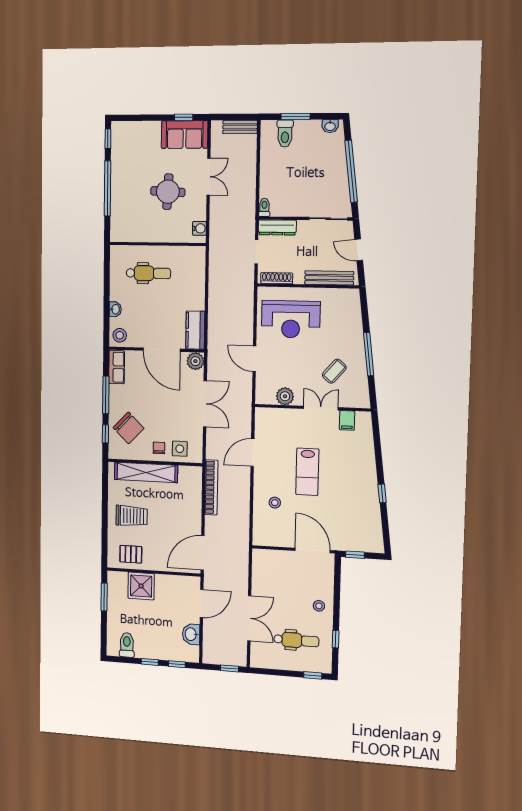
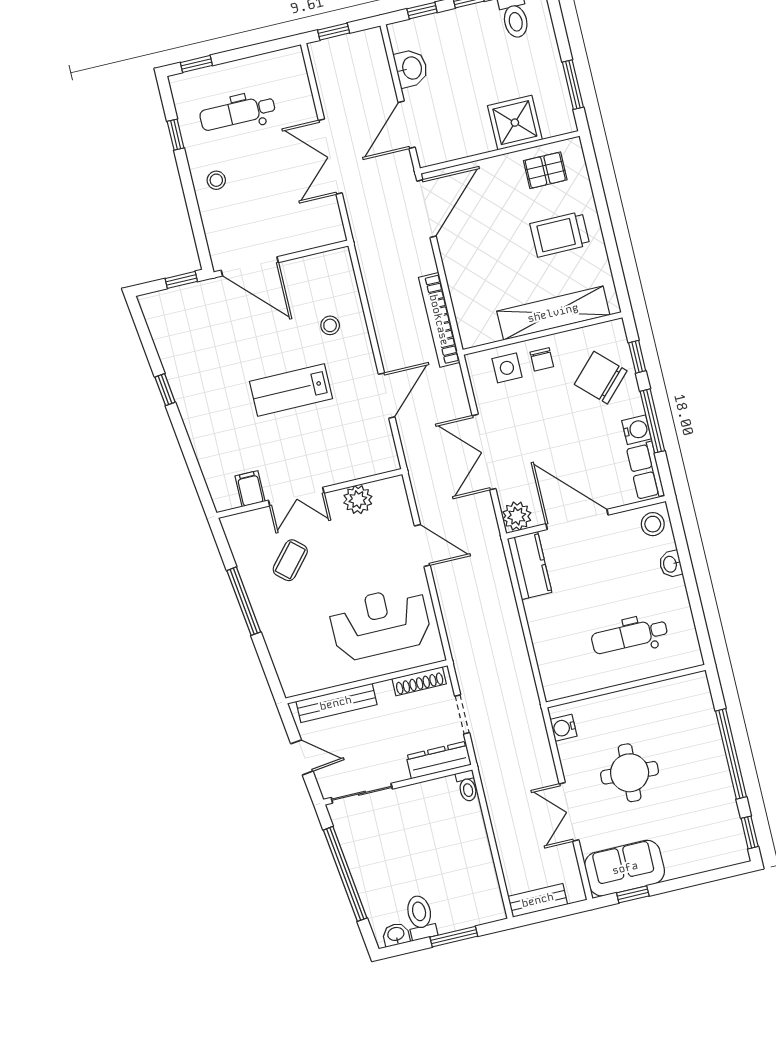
toilet: (285, 134) -> (420, 917), moved
water cooler: (116, 392) -> (636, 430), added
lab bench: (307, 472) -> (291, 390), turned -90
double door: (249, 618) -> (330, 157), moved

